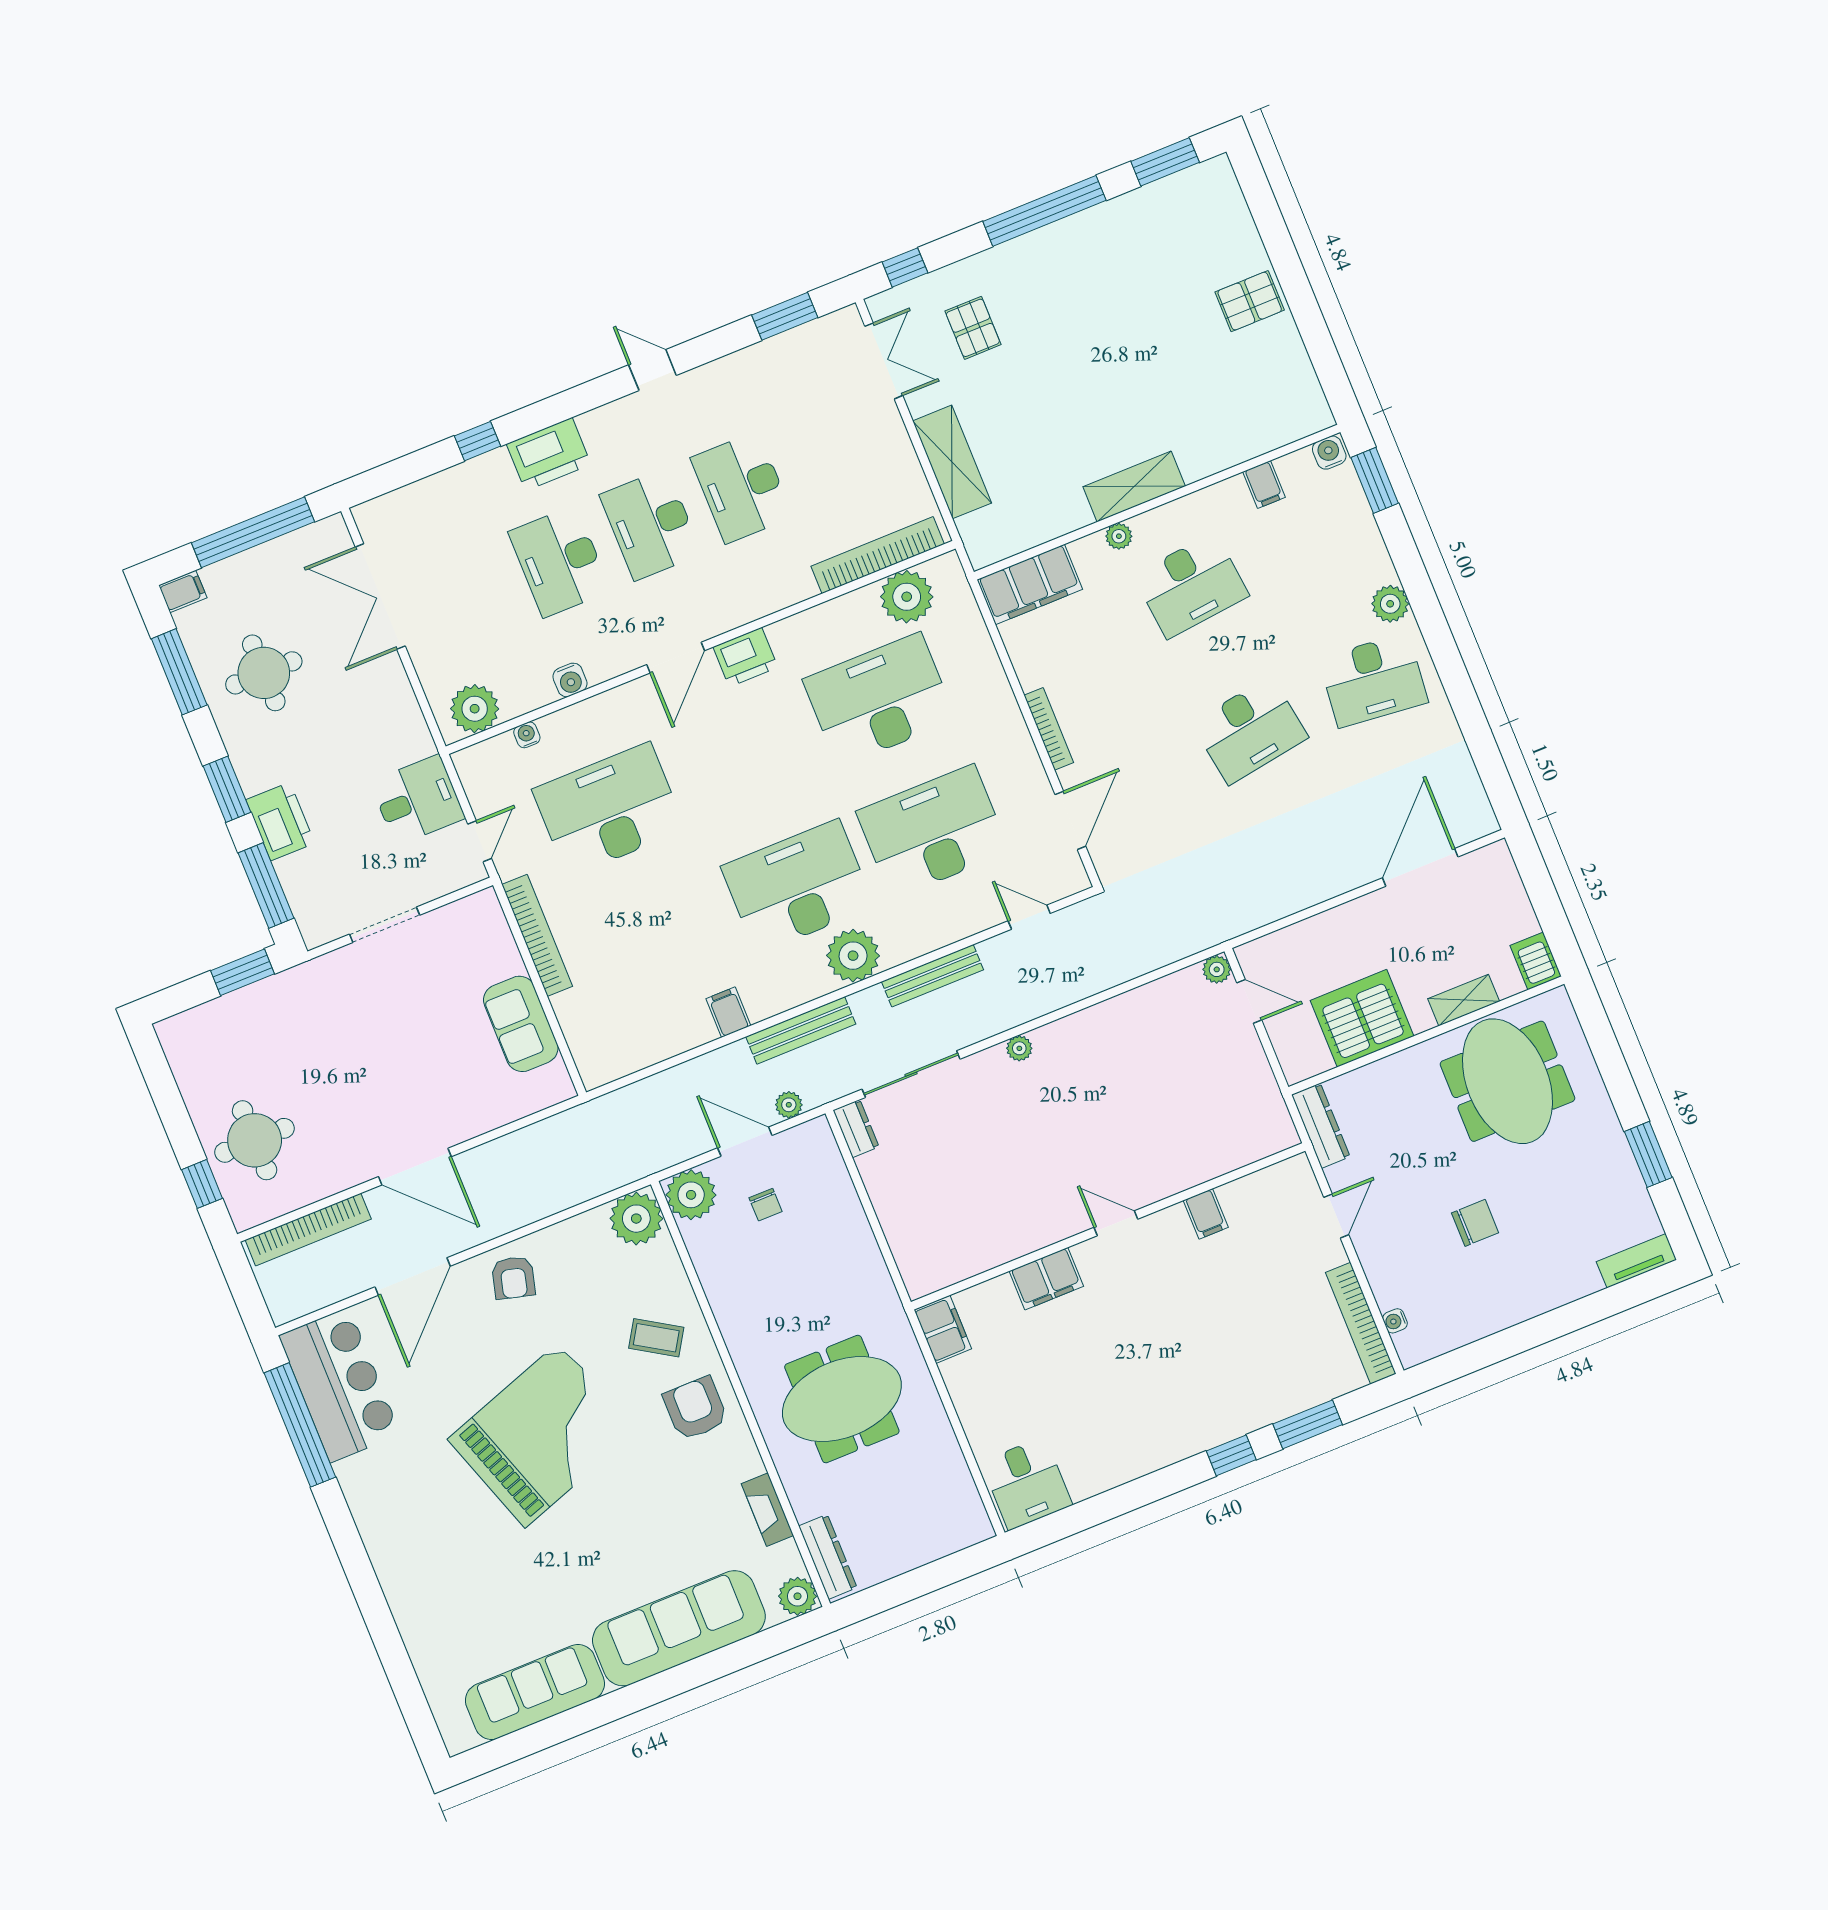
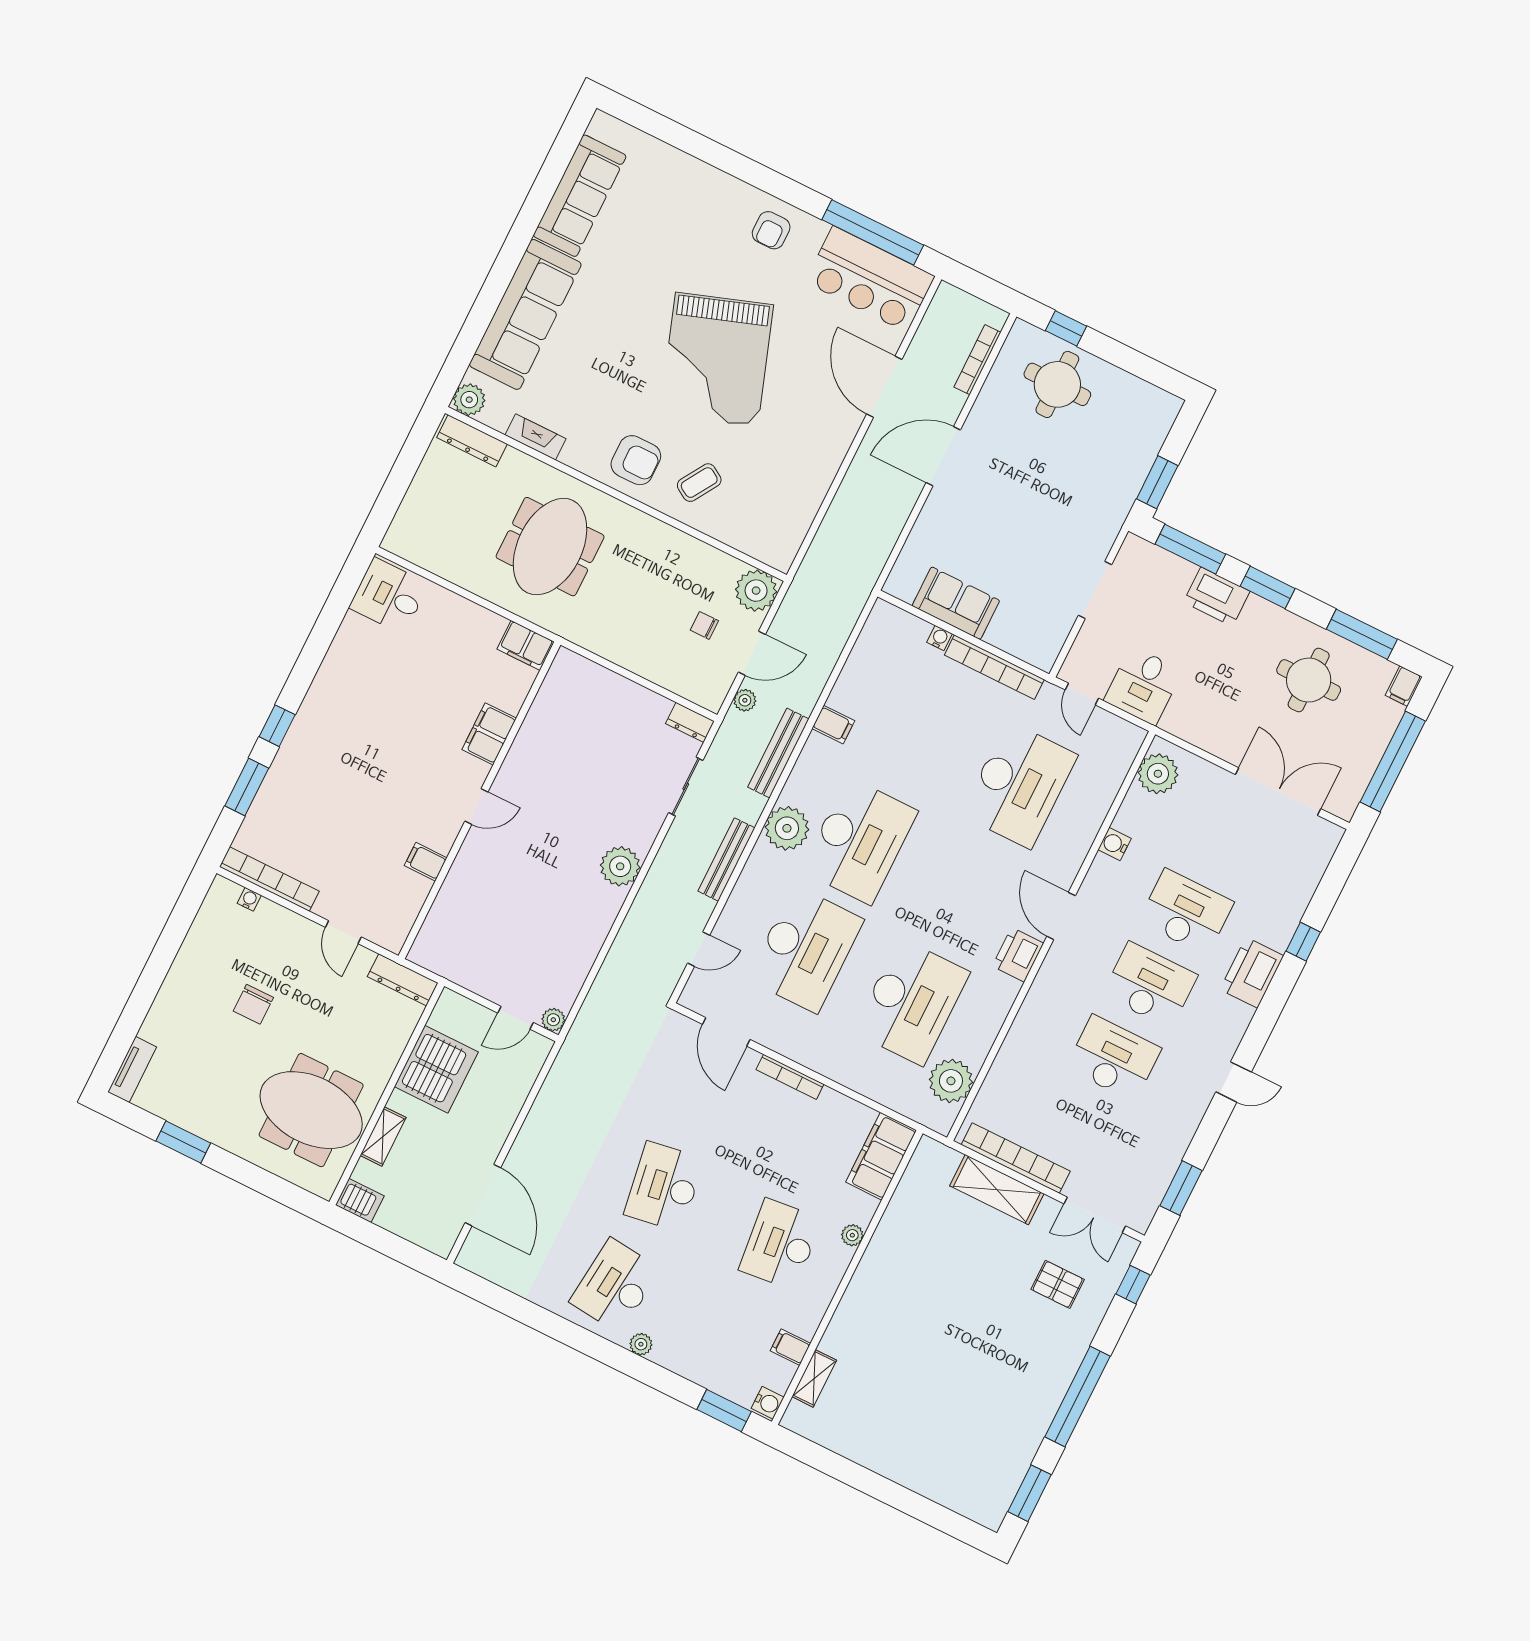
pallet: (1250, 301) -> (900, 1453), removed
shelving: (1134, 486) -> (814, 1378), moved, width x0.67, depth x0.75
bookcase: (878, 555) -> (1016, 1158), moved, turned -90
plant: (1390, 604) -> (641, 1344), width x0.73, depth x0.73
water cooler: (527, 735) -> (940, 638), moved, turned -90
plant: (1019, 1048) -> (620, 866), width x1.88, depth x1.88
sliding door: (911, 1074) -> (686, 787), width x0.73
plant: (636, 1219) -> (777, 546), removed
bookcase: (308, 1230) -> (977, 360), width x0.68, depth x0.76
armchair: (513, 1278) -> (771, 230), moved, turned -105

